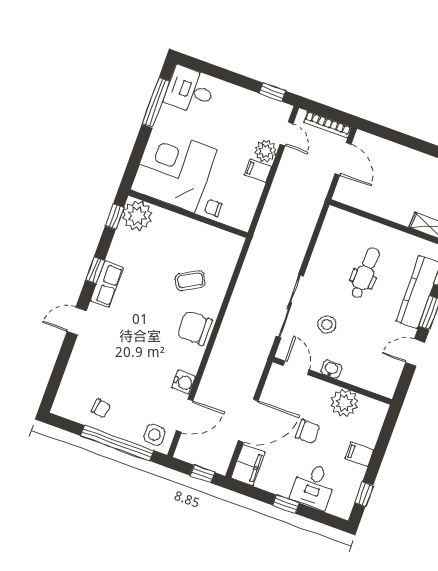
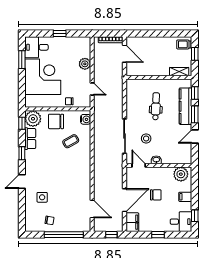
window: (272, 92) -> (60, 34), moved
window: (156, 103) -> (22, 60), width x0.69
door: (287, 134) -> (92, 89), moved
corner desk: (174, 170) -> (43, 77), moved, turned 90
filing cabinet: (258, 171) -> (85, 75), removed
row of seats: (107, 284) -> (30, 139), moved
chair: (195, 328) -> (56, 121), moved
water cooler: (183, 382) -> (86, 119), moved
plant: (344, 403) -> (181, 174), moved
door: (185, 416) -> (92, 209), hinge flipped
side table: (154, 435) -> (42, 197), moved
desk: (313, 486) -> (181, 222), moved, turned -90

